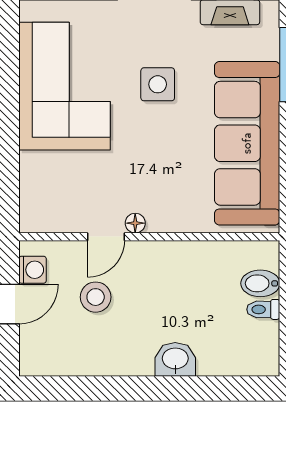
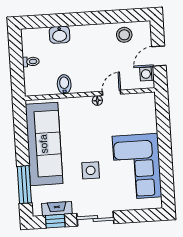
bidet: (260, 283) -> (64, 84), moved, turned -90
stool: (96, 297) -> (124, 35), moved
washbasin: (175, 359) -> (60, 35), moved

